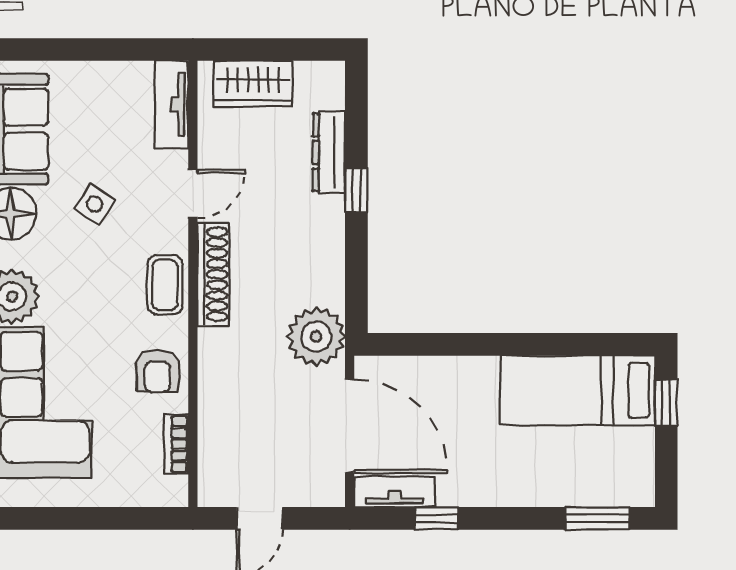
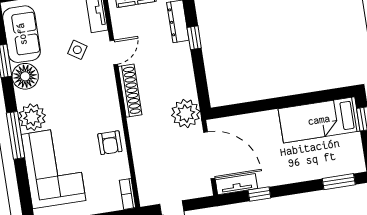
side table: (95, 204) -> (77, 50), moved
coffee table: (165, 285) -> (107, 100), removed
bookcase: (176, 444) -> (128, 194), moved

